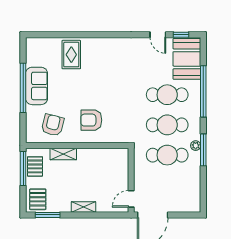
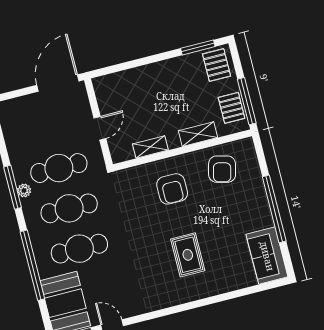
rug: (71, 55) -> (188, 255), moved
sofa: (37, 86) -> (267, 256), moved
armchair: (91, 120) -> (172, 189), turned 90
door: (131, 199) -> (100, 128), moved
shelving: (83, 207) -> (150, 147), moved

